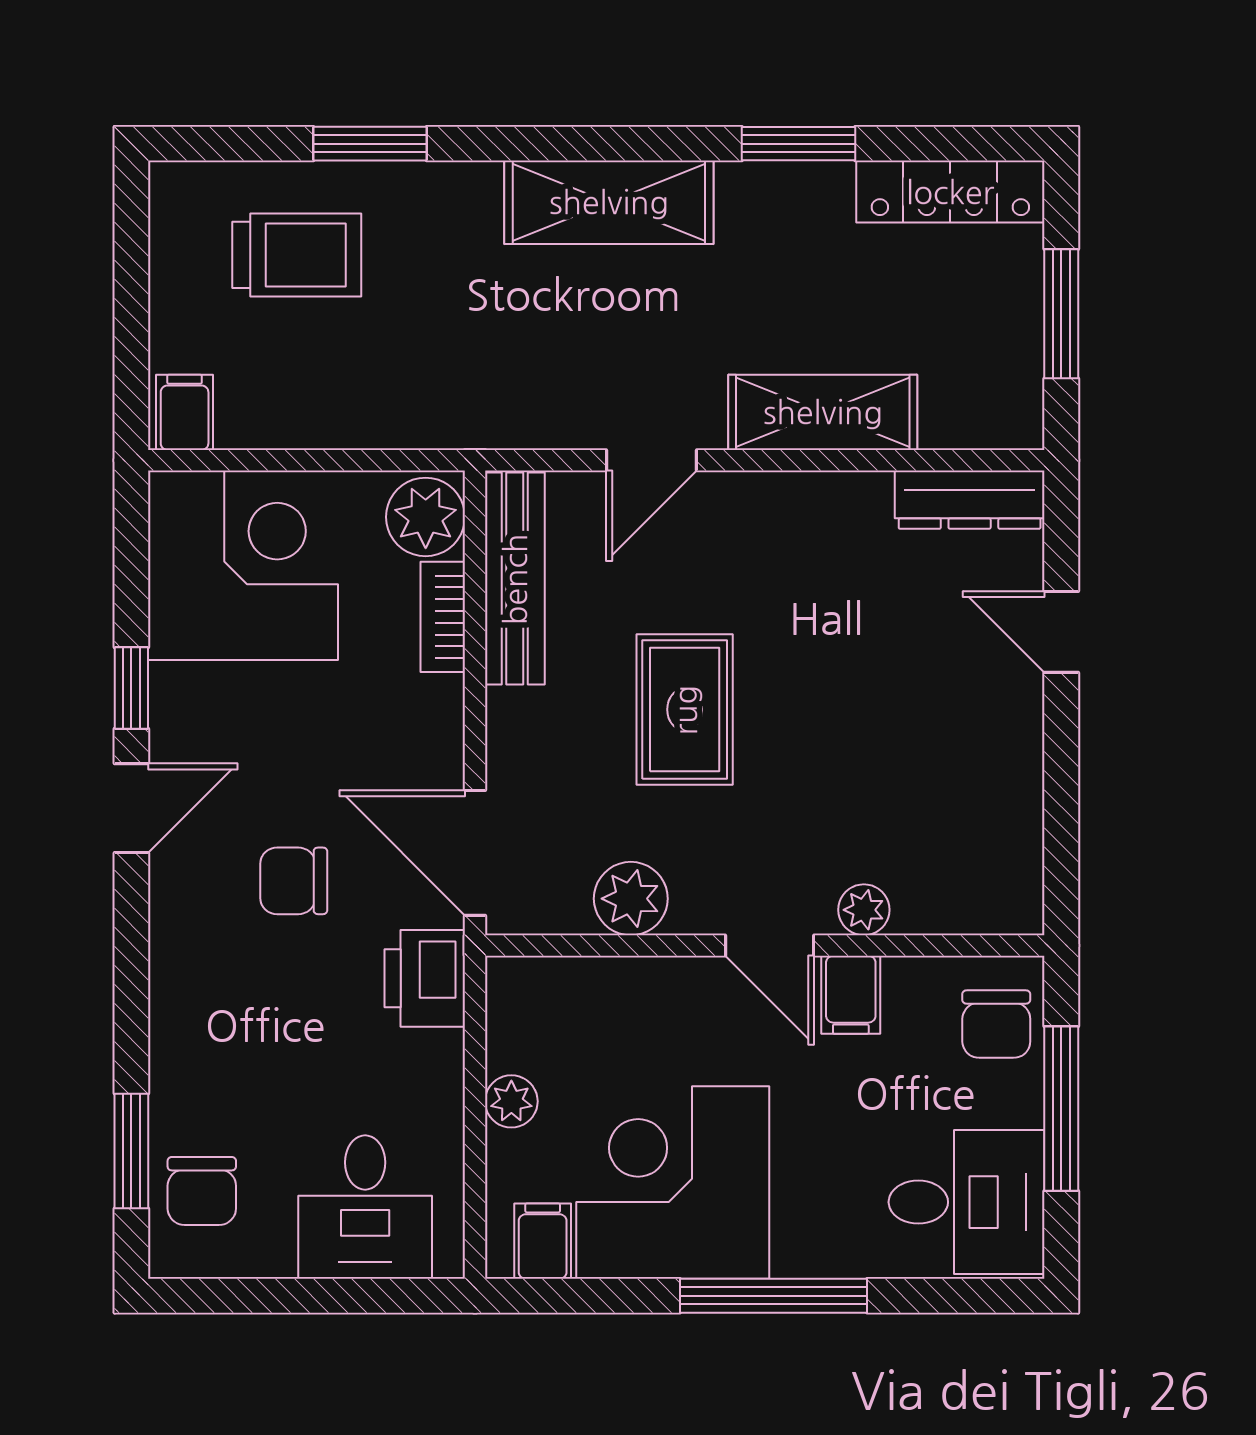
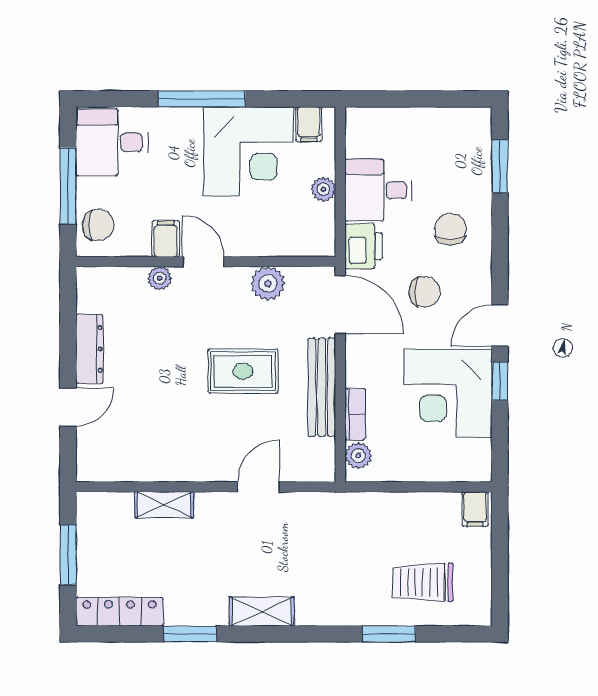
shelving: (609, 202) -> (262, 612), width x0.67, depth x0.75
shelving: (823, 412) -> (164, 505), width x0.67, depth x0.75
dresser: (970, 500) -> (89, 349), moved, turned 90
plant: (426, 517) -> (358, 456), width x0.73, depth x0.73
corner desk: (243, 565) -> (448, 393), moved
bench: (515, 579) -> (322, 387), moved
door: (1061, 632) -> (68, 407), hinge flipped
rug: (685, 710) -> (243, 371), turned 90
chair: (996, 1024) -> (98, 225), turned 90
chair: (202, 1191) -> (450, 229), moved
desk: (365, 1207) -> (378, 190), moved, turned -90

